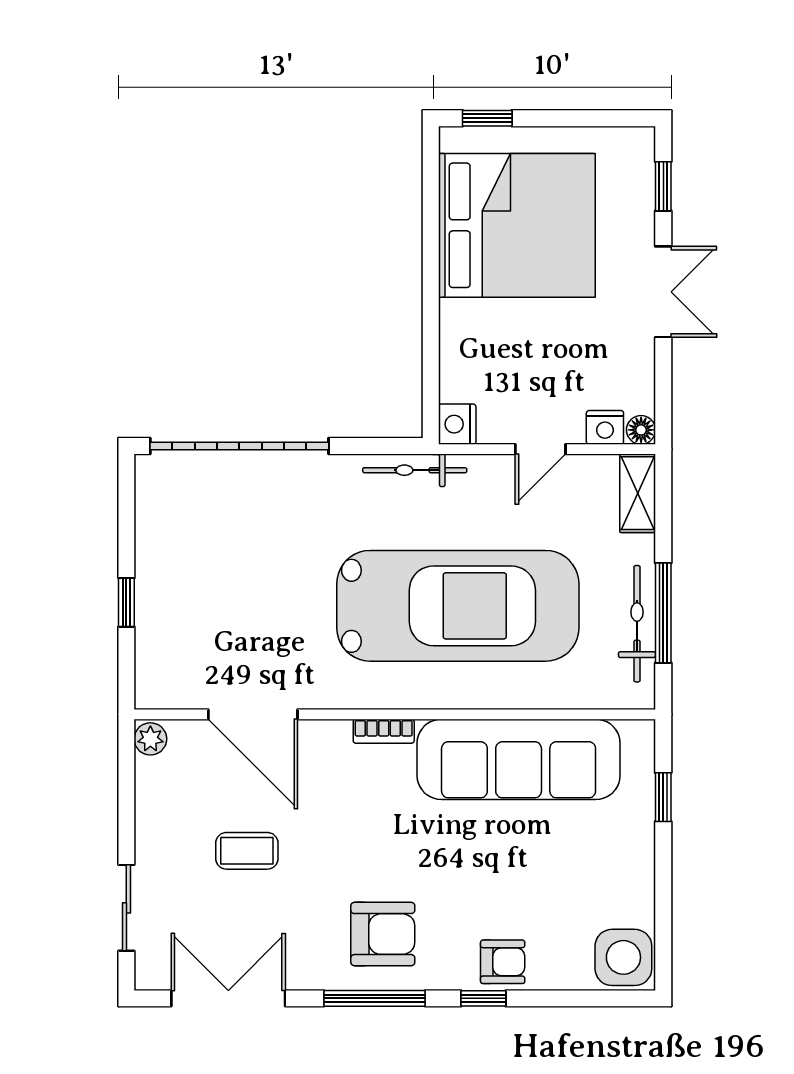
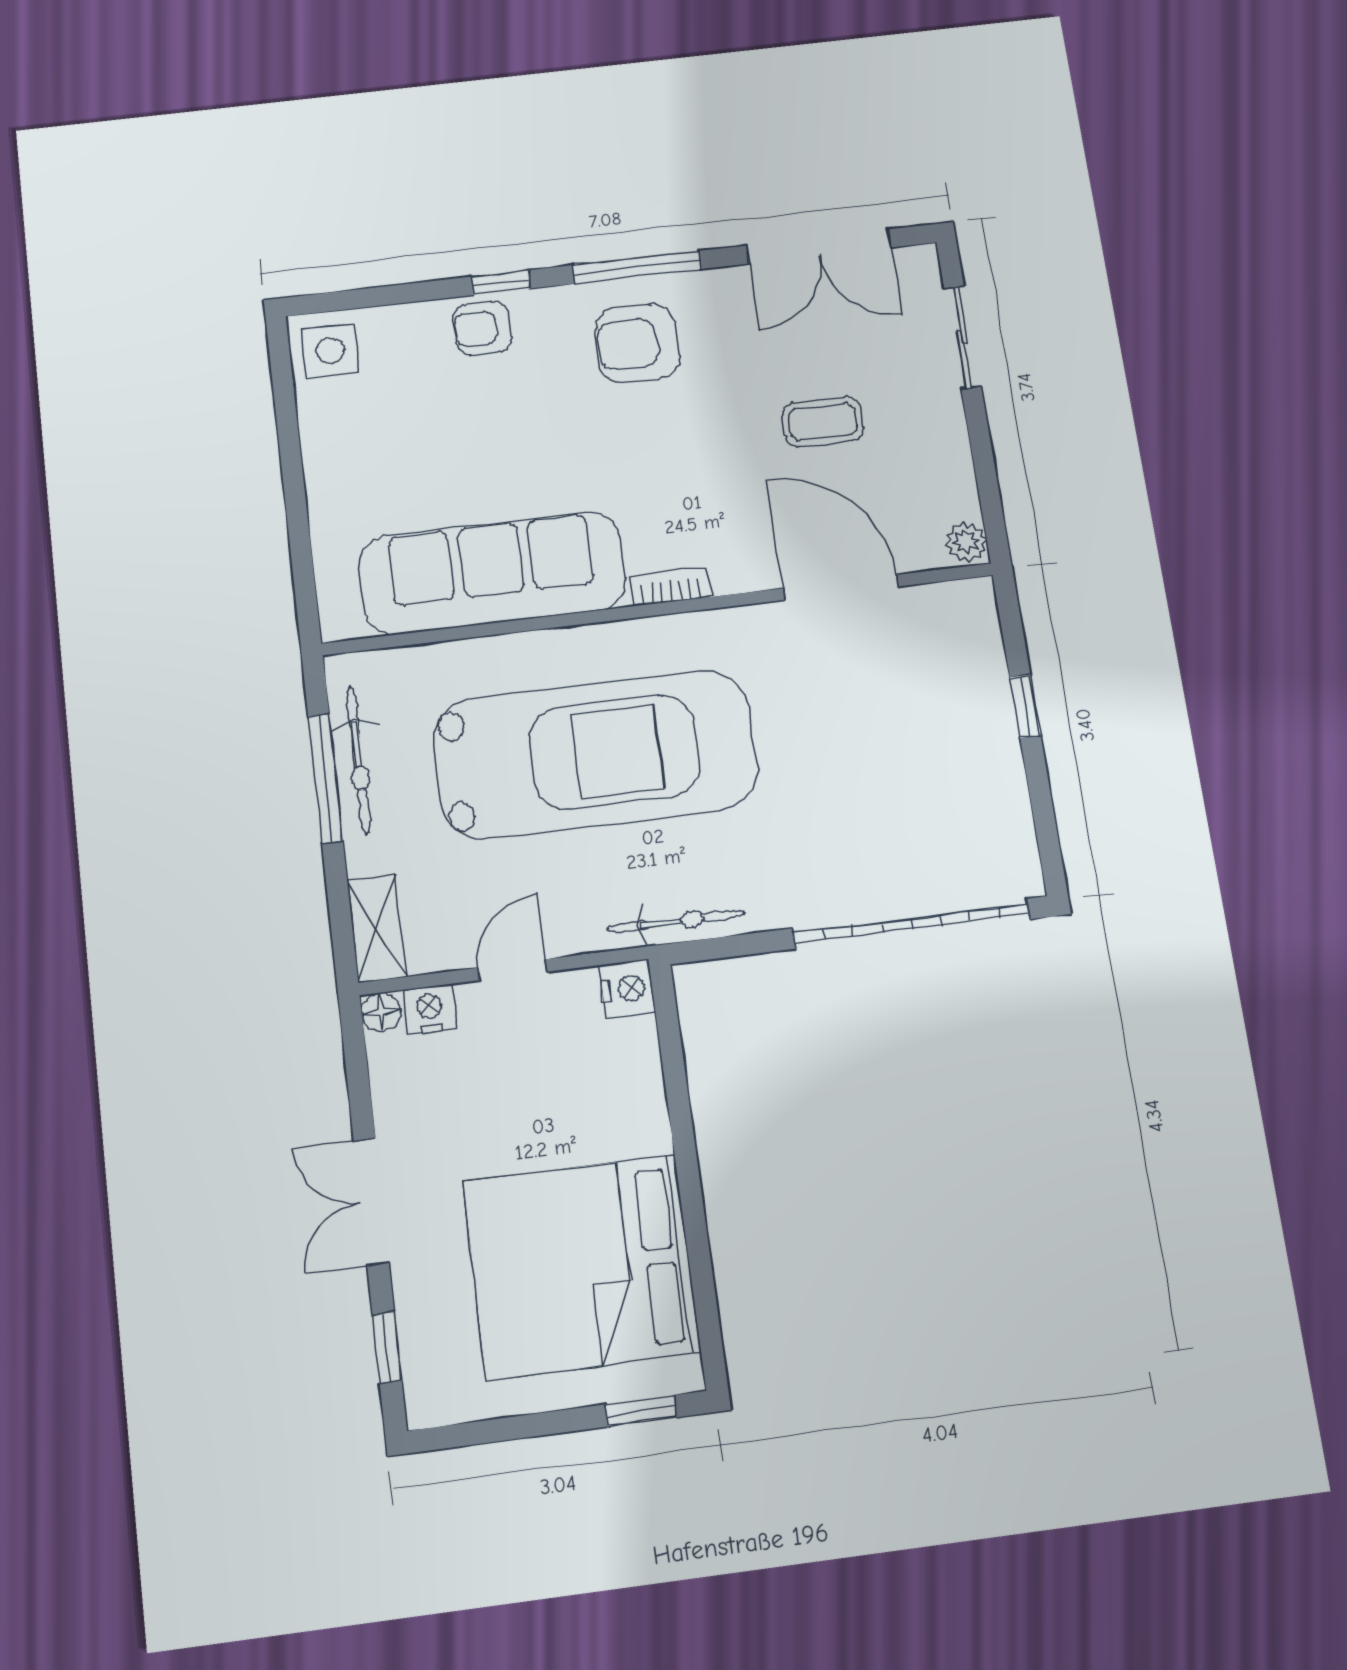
car: (458, 606) -> (596, 754), turned 180
window: (663, 797) -> (301, 549), removed
side table: (623, 957) -> (330, 351), width x0.73, depth x0.73

